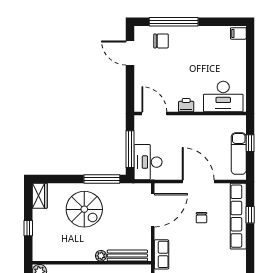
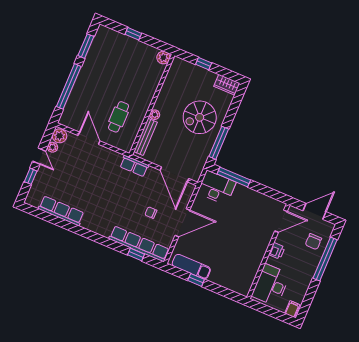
desk: (223, 97) -> (271, 285), moved
printer: (186, 105) -> (277, 251), moved
door: (154, 114) -> (281, 221), moved
wall: (190, 114) -> (268, 251), moved

